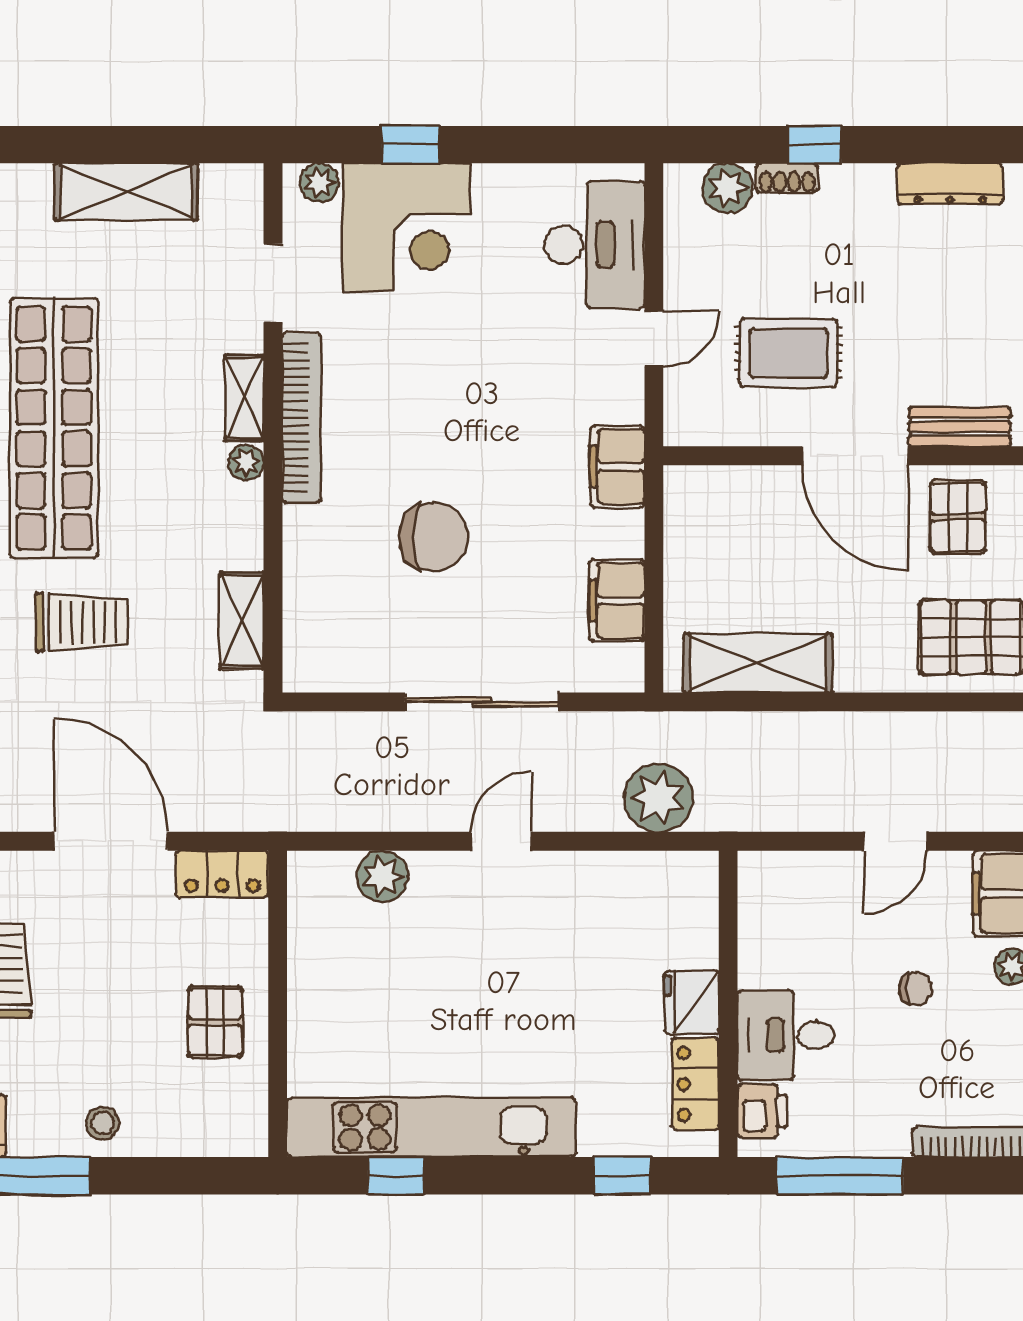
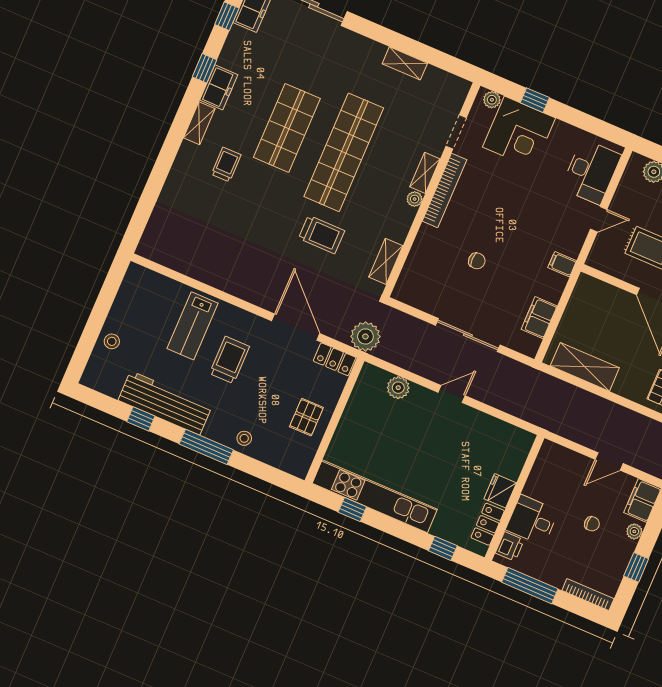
shelving: (126, 192) -> (405, 63), width x0.67, depth x0.75
filing cabinet: (617, 467) -> (562, 264), width x0.50
chair: (434, 537) -> (477, 261), width x0.54, depth x0.54
plant: (659, 798) -> (365, 336), moved

